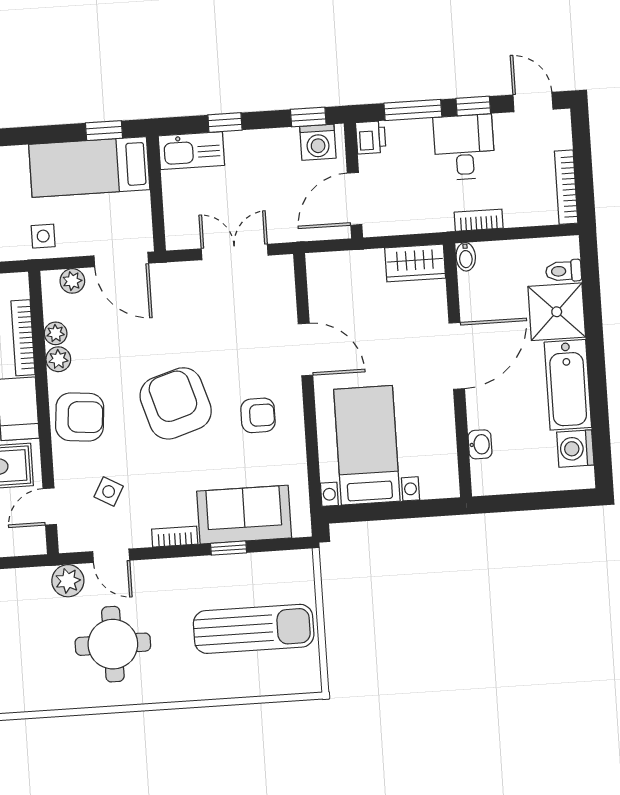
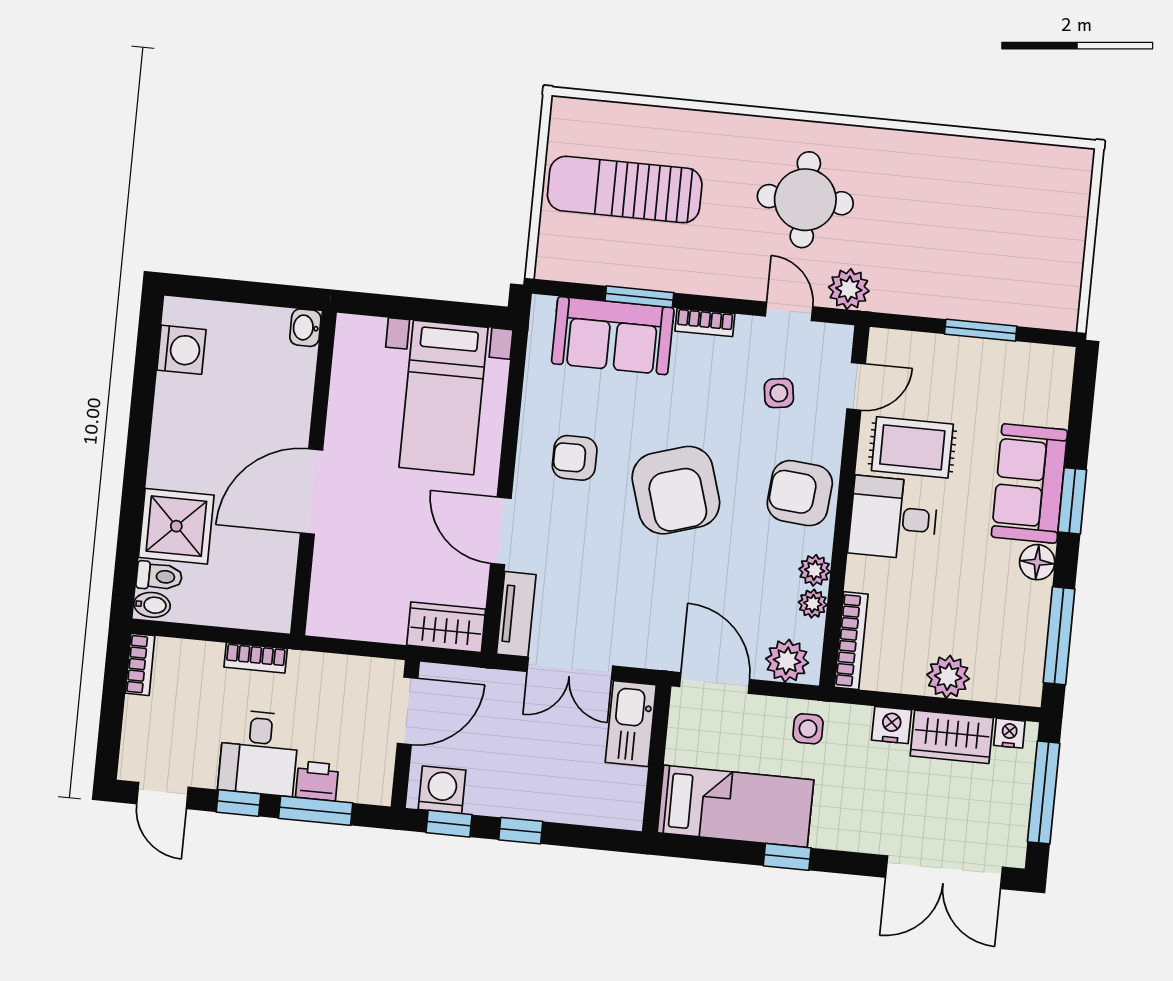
window: (225, 123) -> (521, 831), moved
window: (104, 131) -> (787, 857), moved
printer: (371, 137) -> (317, 781), moved, turned 90
kitchen sink: (191, 151) -> (631, 724), moved, turned -90
bookcase: (566, 187) -> (140, 664), width x0.64
bidet: (466, 257) -> (152, 605), moved, turned 90
wardrobe: (415, 263) -> (446, 627), moved
plant: (72, 281) -> (787, 661), width x1.38, depth x1.38
tv unit: (283, 287) -> (516, 614), added
bookcase: (23, 338) -> (851, 641), moved
bathtub: (568, 385) -> (177, 432), removed
washbasin: (480, 444) -> (305, 328), moved
side table: (109, 492) -> (779, 393), turned -37
window: (229, 548) -> (639, 297), width x1.50

